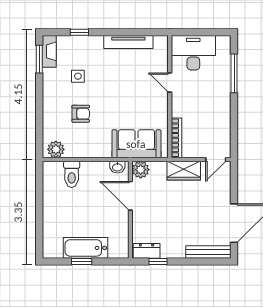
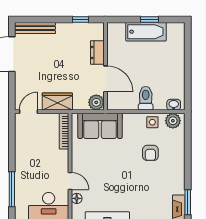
floor lamp: (162, 63) -> (77, 198), added
side table: (78, 76) -> (152, 122), moved
armchair: (81, 114) -> (150, 153), turned -90
washbasin: (117, 167) -> (174, 105), moved
toilet: (72, 174) -> (146, 98), moved
dresser: (147, 251) -> (97, 53), moved, turned 90

